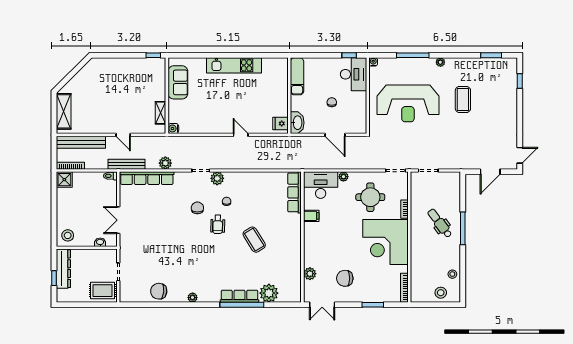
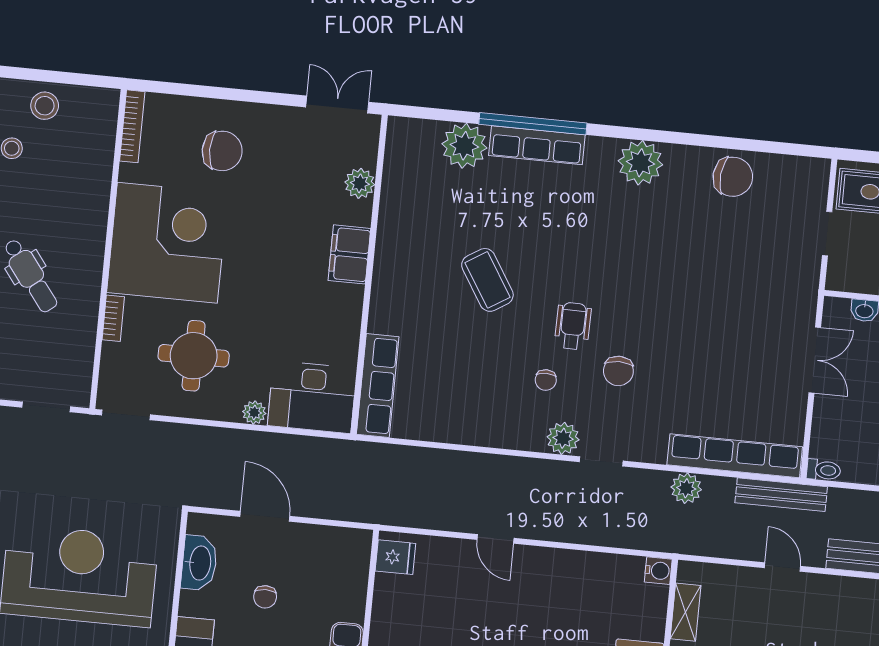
washbasin: (297, 123) -> (199, 563), moved, turned 180
filing cabinet: (311, 216) -> (349, 254), moved, width x2.00
chair: (345, 278) -> (222, 151), moved
plant: (193, 298) -> (640, 163), width x1.87, depth x1.87
window: (373, 305) -> (213, 92), removed

